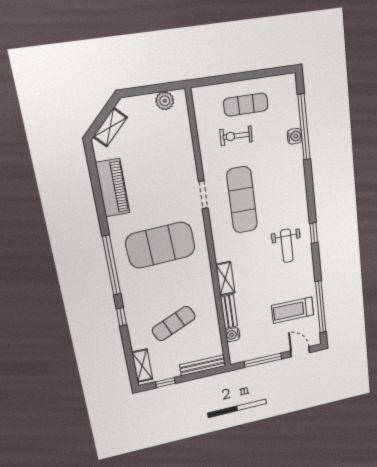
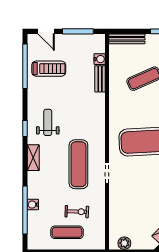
shelving: (225, 279) -> (33, 158), moved

